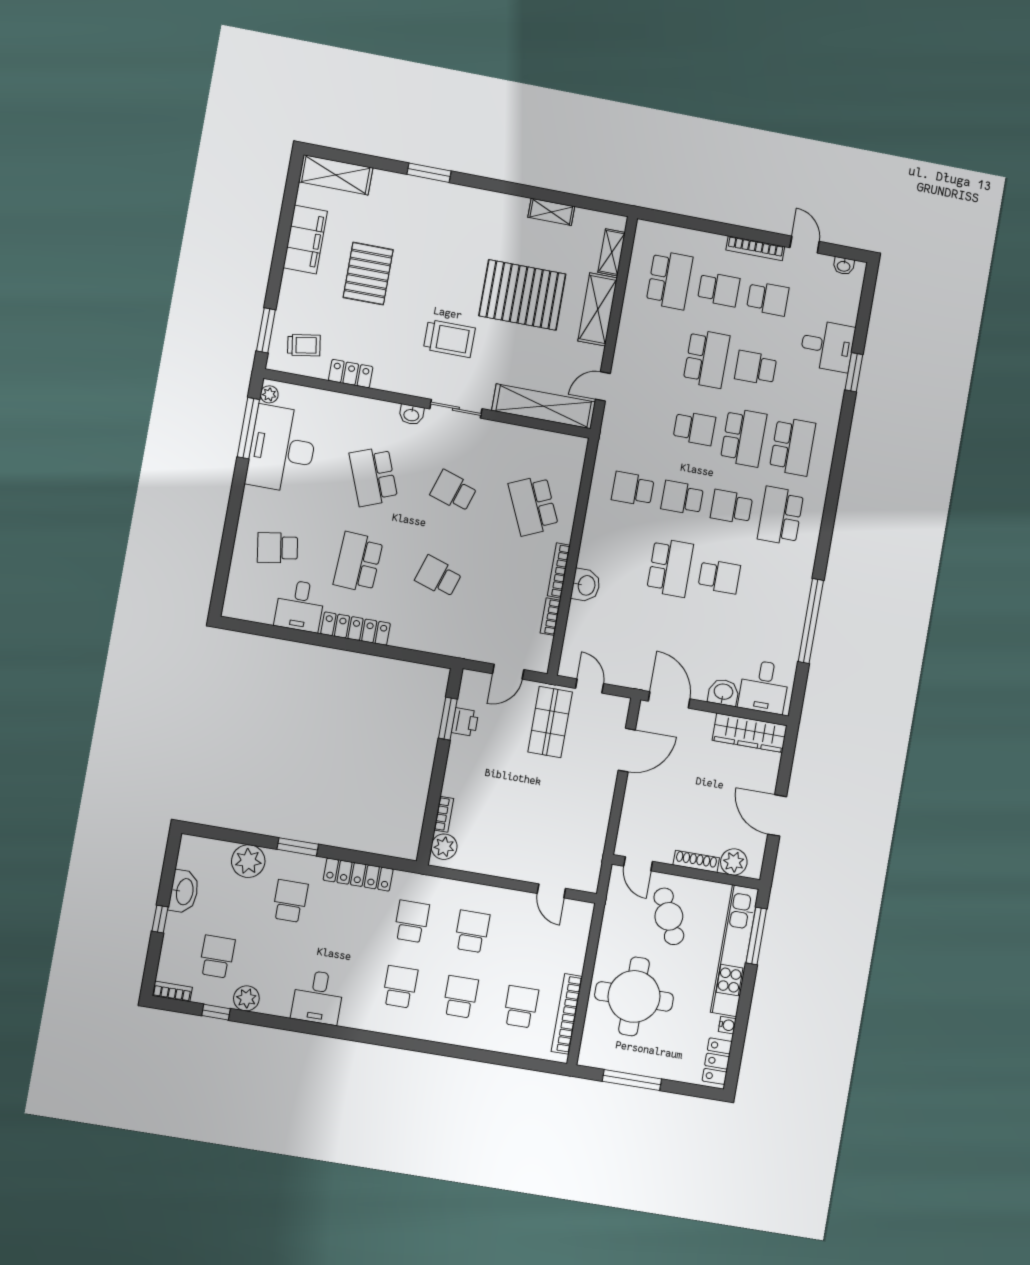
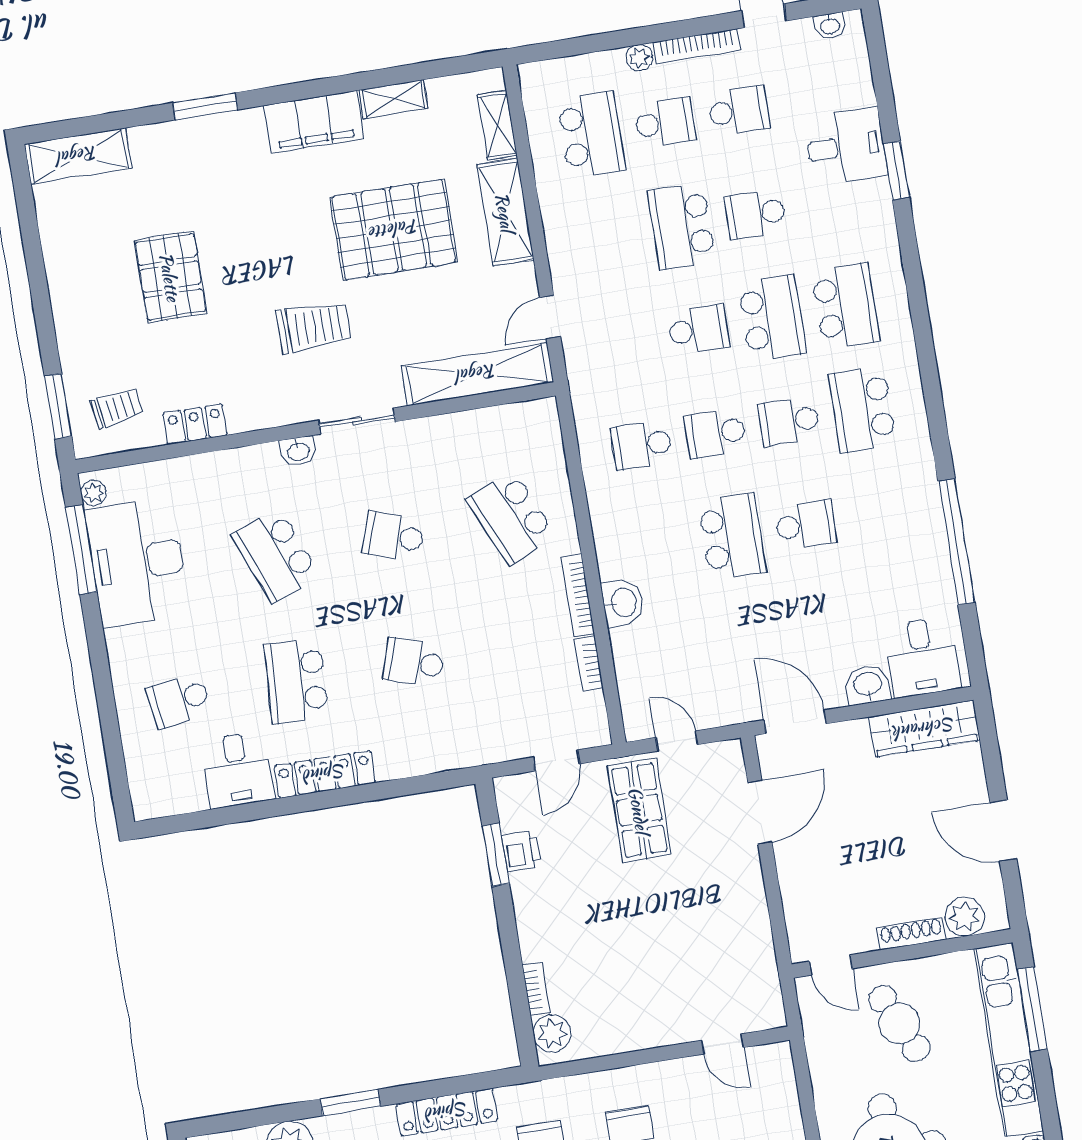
filing cabinet: (305, 240) -> (314, 122), moved, turned 90
plant: (717, 242) -> (639, 58), added
school desk: (707, 359) -> (682, 226), turned 180

